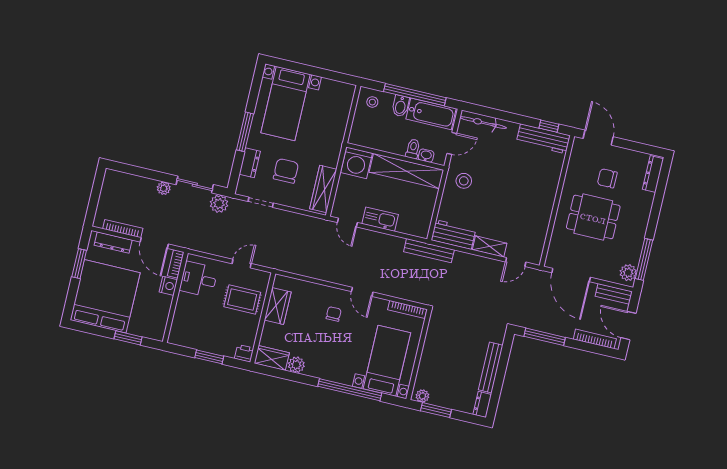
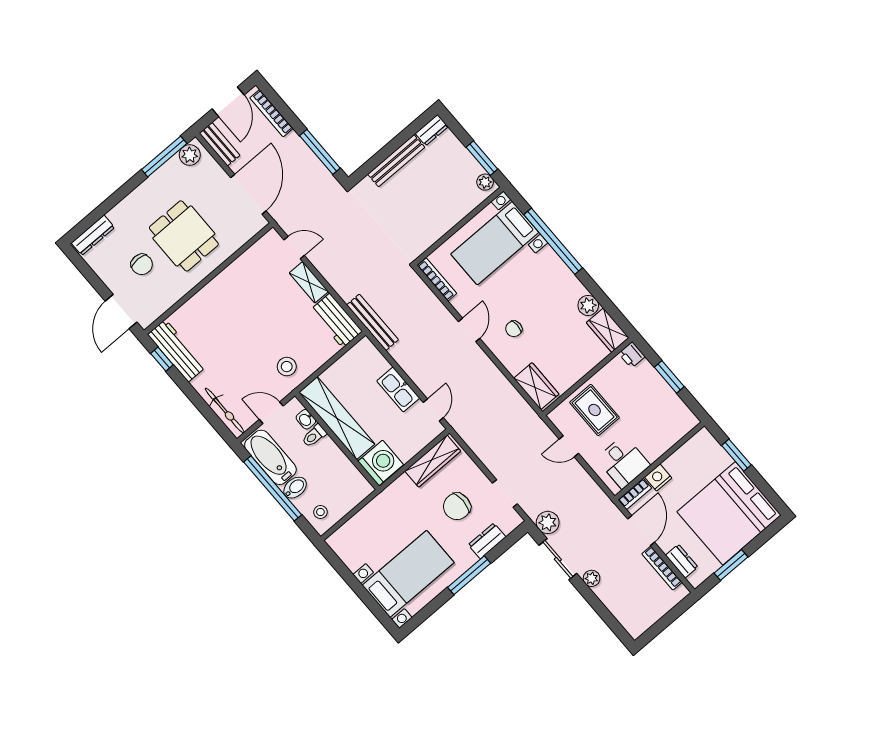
dresser: (113, 243) -> (682, 561), width x0.70
wardrobe: (278, 306) -> (536, 386), moved, turned 90

